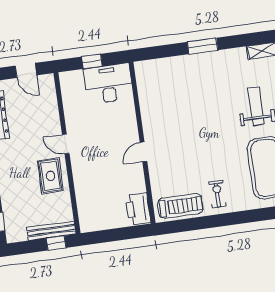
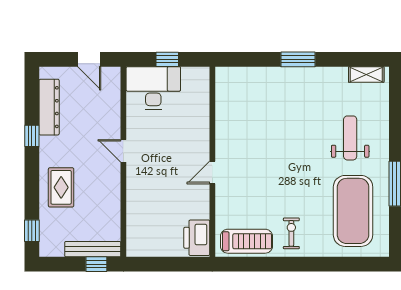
desk: (108, 84) -> (153, 88), moved
rug: (50, 176) -> (61, 187), moved

